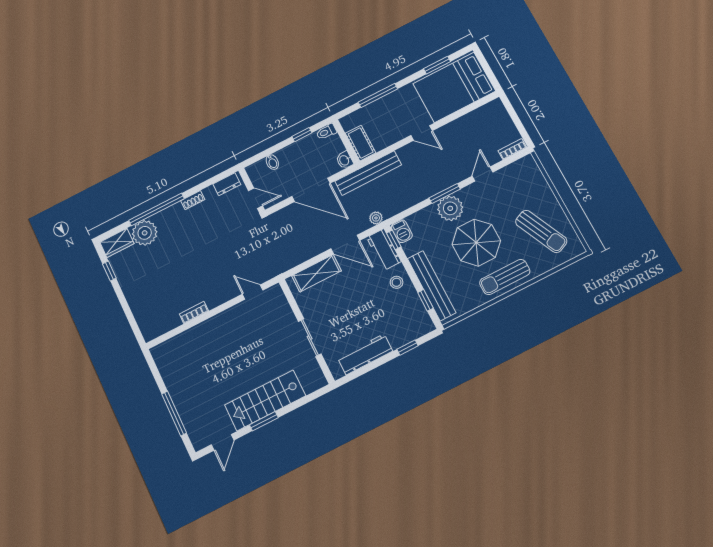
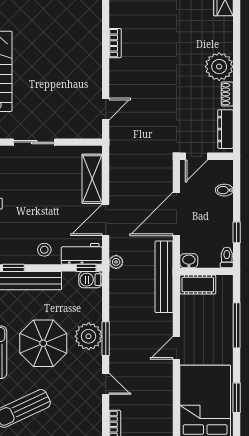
dresser: (227, 184) -> (226, 129), width x1.44
window: (156, 209) -> (237, 54), removed
plant: (145, 233) -> (219, 67), moved

